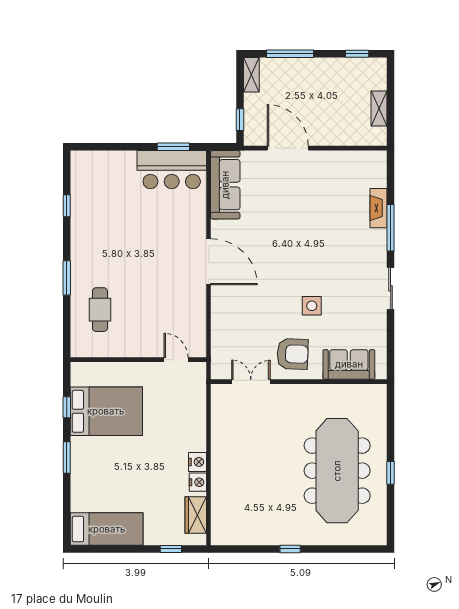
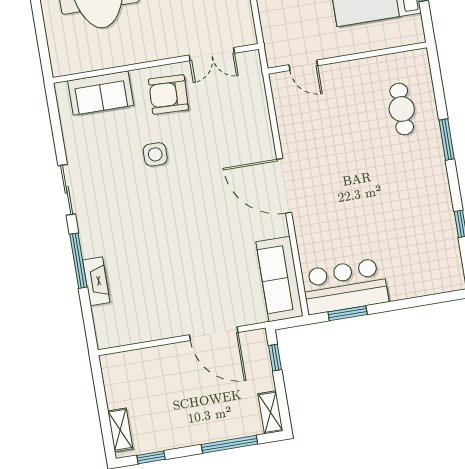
shelving: (379, 108) -> (120, 430), moved

